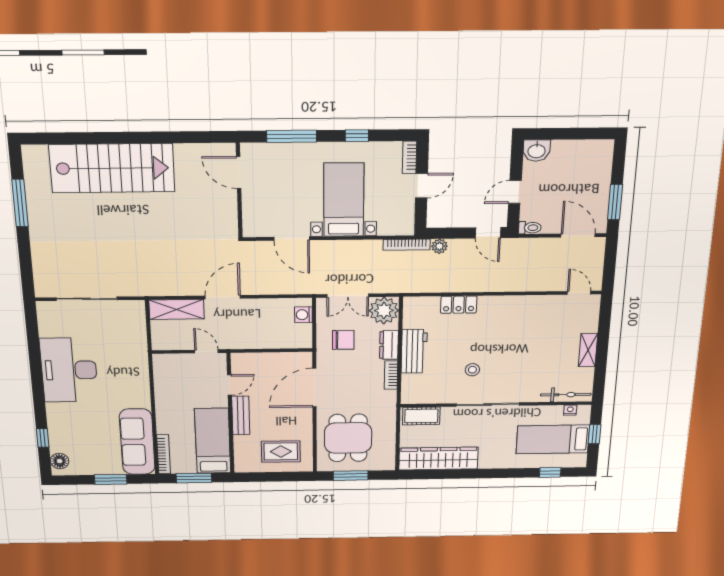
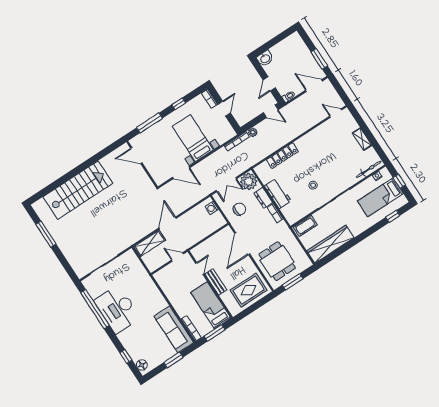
locker: (459, 305) -> (282, 156), width x1.53
window: (34, 351) -> (95, 309), added
rug: (281, 452) -> (249, 290), width x1.36, depth x1.43

